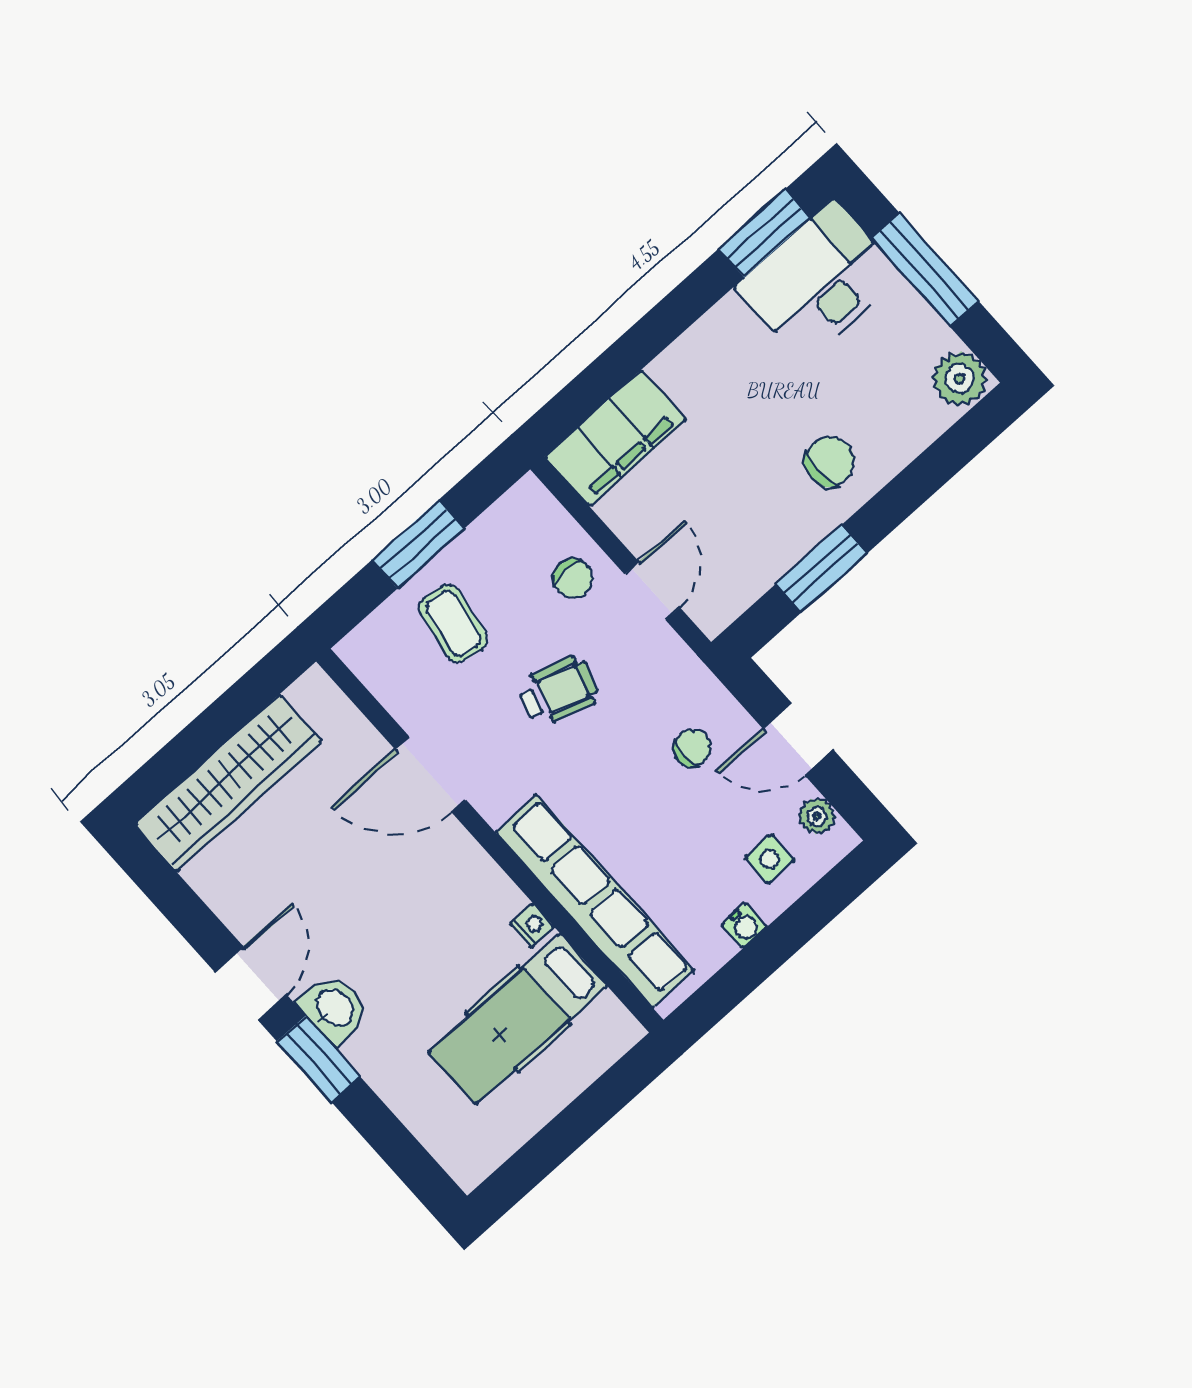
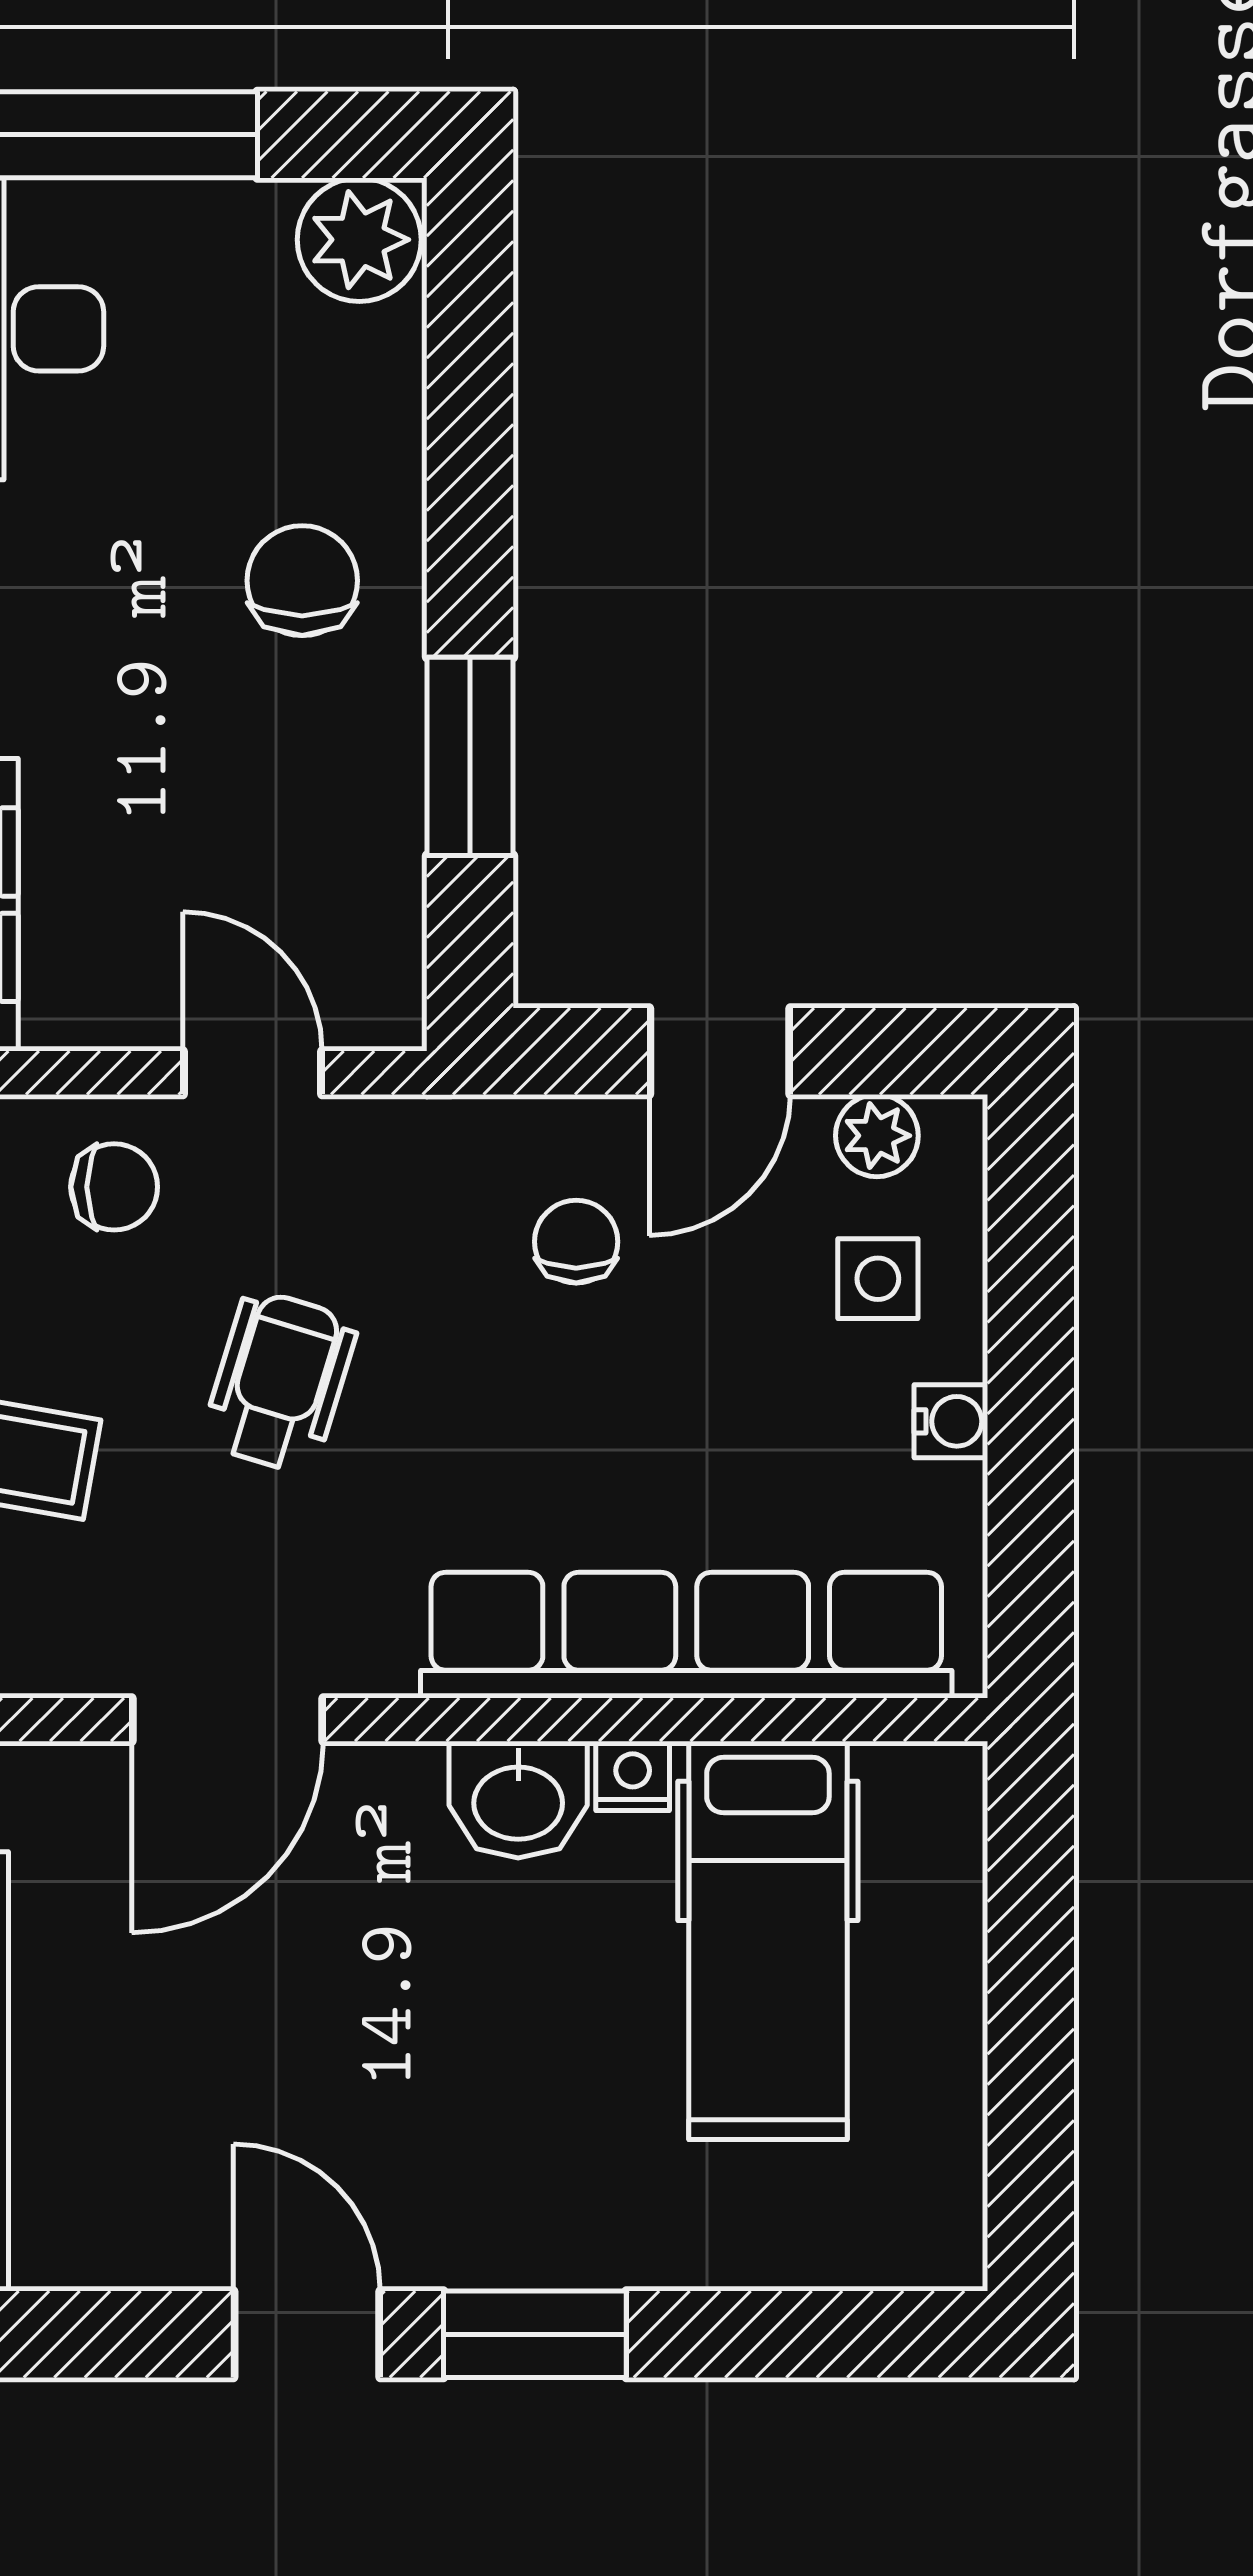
washbasin: (334, 1009) -> (518, 1800), moved, turned 180

